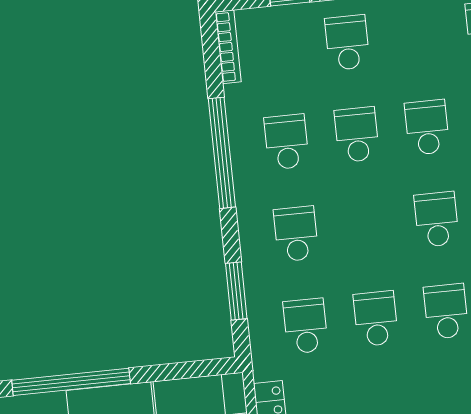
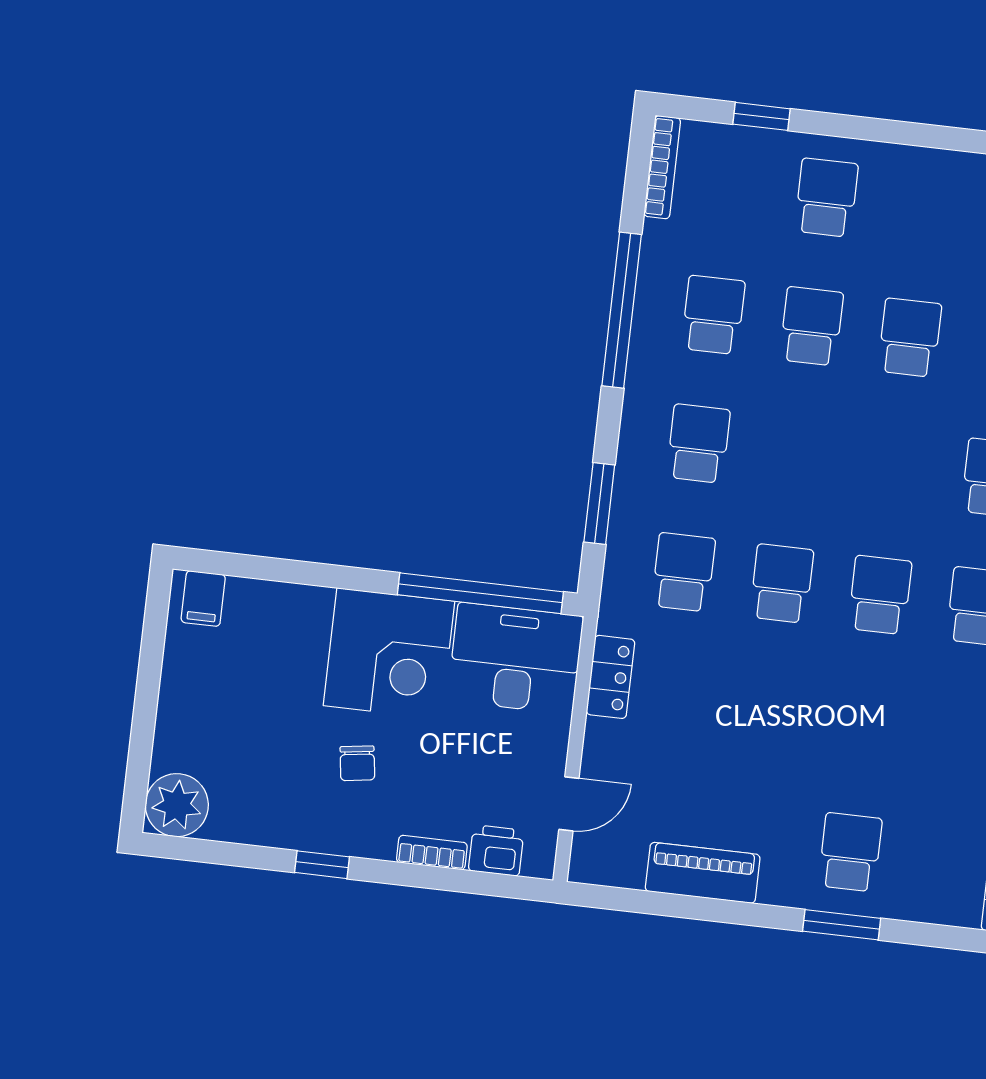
school desk: (437, 219) -> (895, 466), removed
window: (71, 382) -> (480, 593), moved

